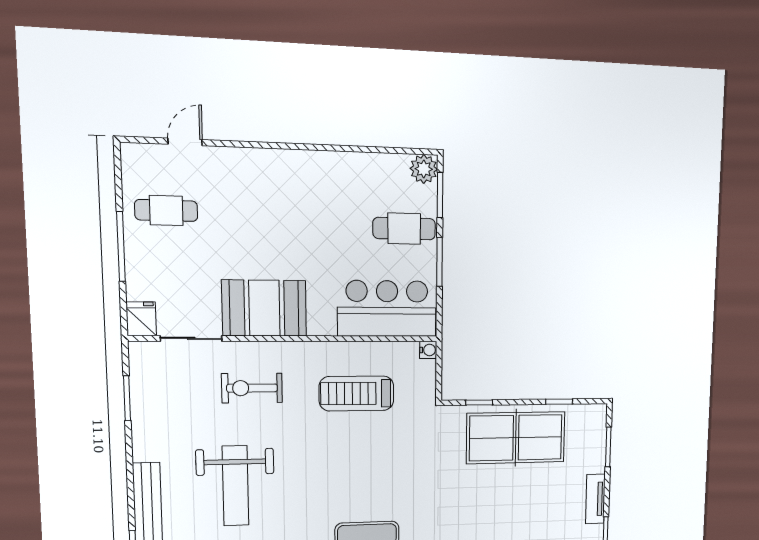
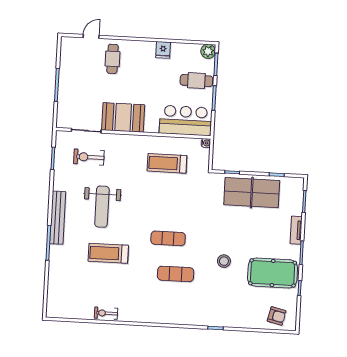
cafe table: (166, 210) -> (113, 59), moved, turned 90
fridge: (141, 319) -> (163, 50), moved, turned 180
exercise bike: (252, 388) -> (89, 157), moved

